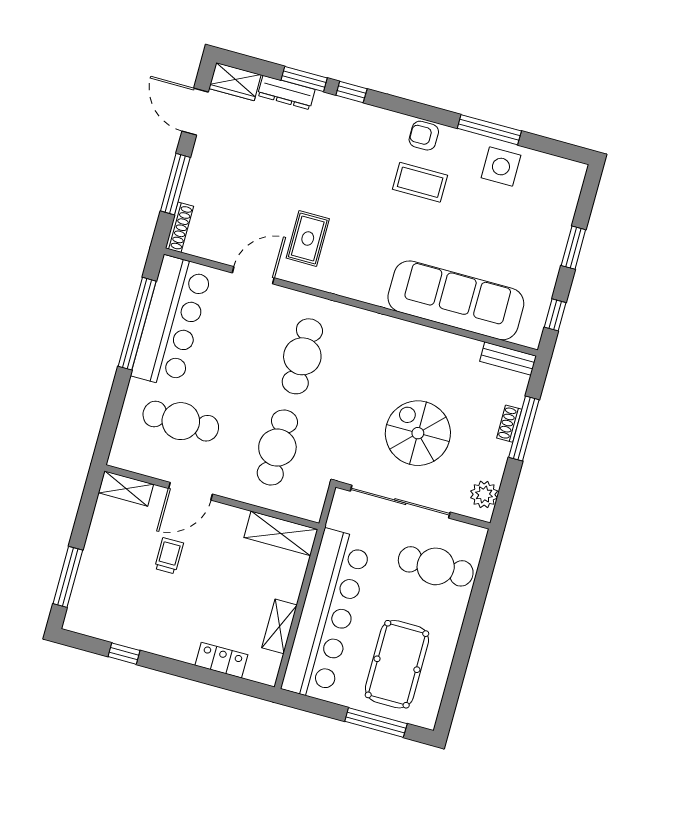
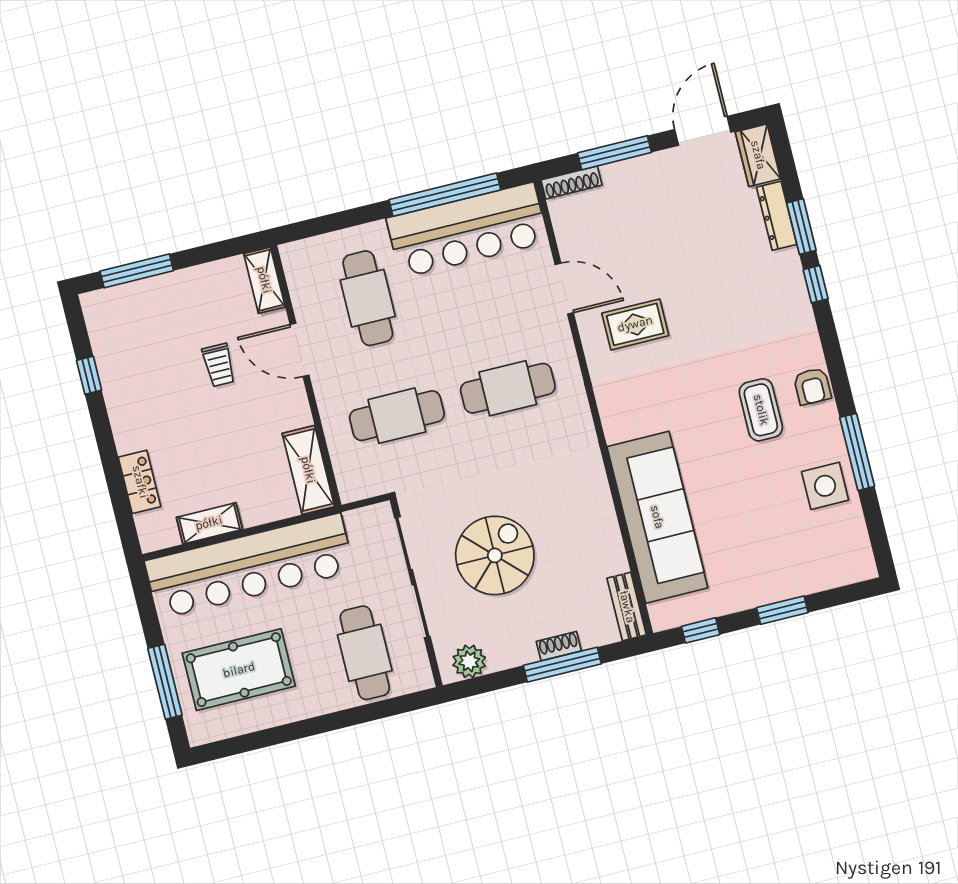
armchair: (424, 136) -> (812, 386), turned 180
trolley: (169, 556) -> (219, 365), turned 90

